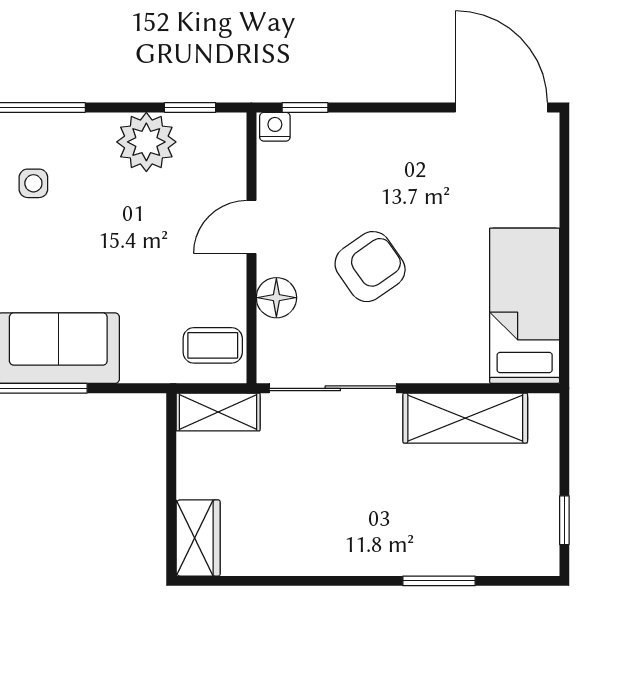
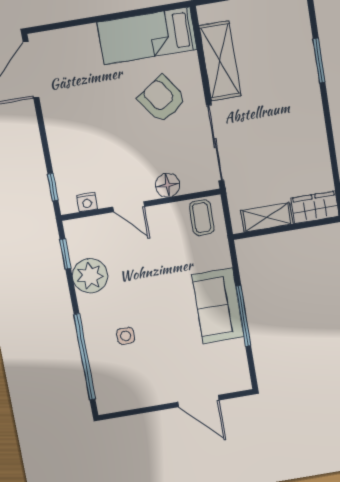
nightstand: (275, 127) -> (87, 202), moved, turned -90
armchair: (370, 267) -> (162, 99), moved
shelving: (218, 412) -> (267, 217), moved, turned 90

